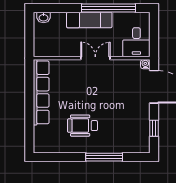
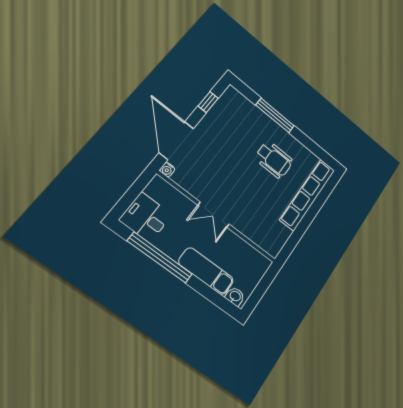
exam couch: (89, 20) -> (206, 271), moved
desk: (136, 42) -> (146, 217), moved, turned -90
row of seats: (41, 92) -> (308, 195), moved

